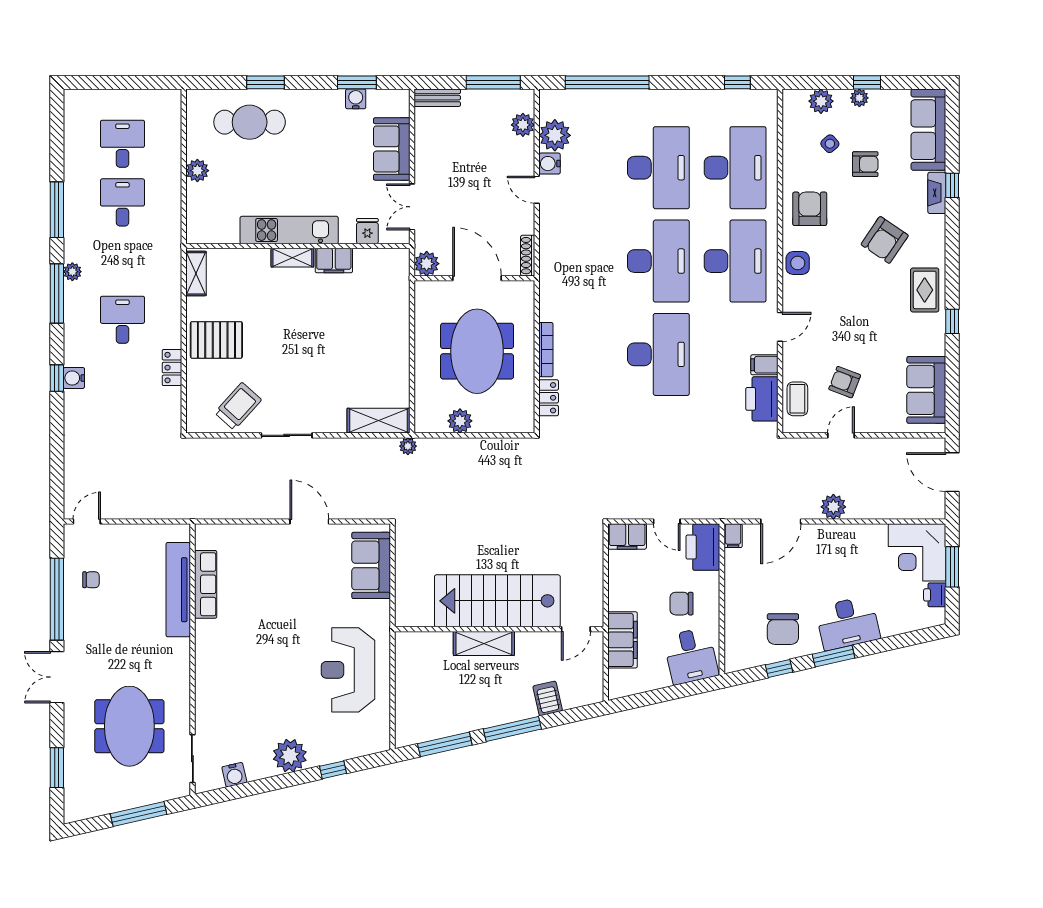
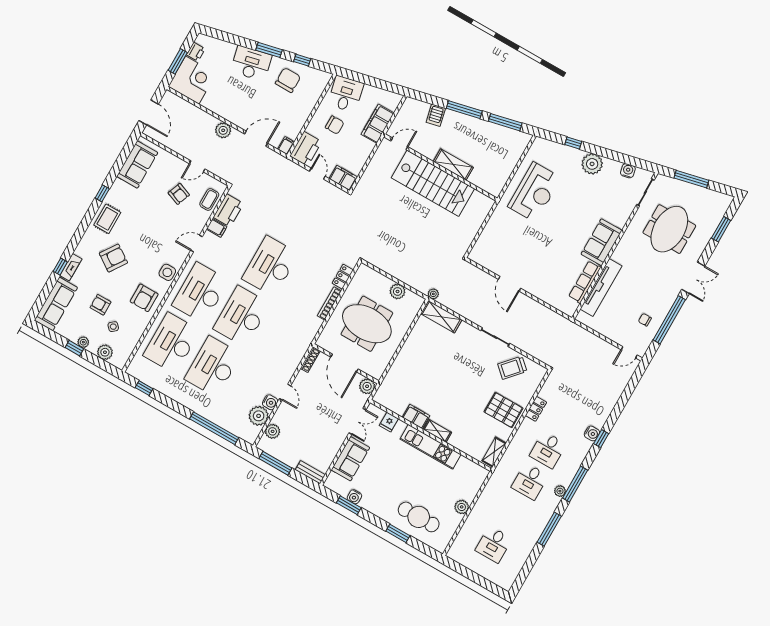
desk: (122, 202) -> (530, 481), moved
meeting table: (477, 351) -> (367, 324), turned 90
sofa: (371, 565) -> (601, 242), moved, turned 180

